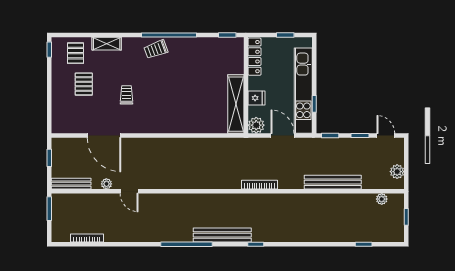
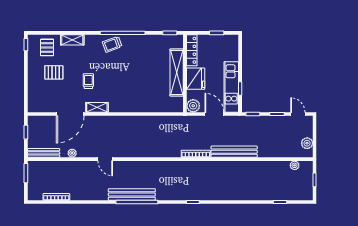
pallet: (84, 84) -> (54, 72), turned 90
kitchen unit: (303, 91) -> (231, 87), width x0.73
fridge: (256, 98) -> (196, 79), width x1.88, depth x1.34
shelving: (236, 104) -> (177, 72), moved
shelving: (137, 127) -> (97, 107), added
door: (104, 136) -> (70, 114), hinge flipped
bench: (333, 182) -> (234, 152), moved
door: (129, 191) -> (105, 159), moved
bench: (222, 235) -> (132, 194), moved

